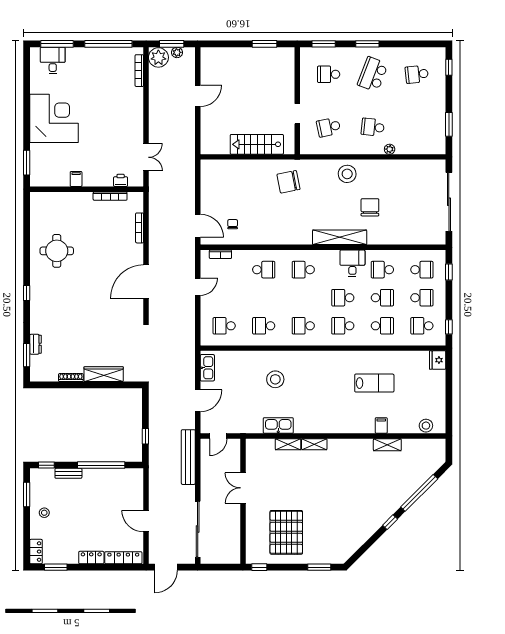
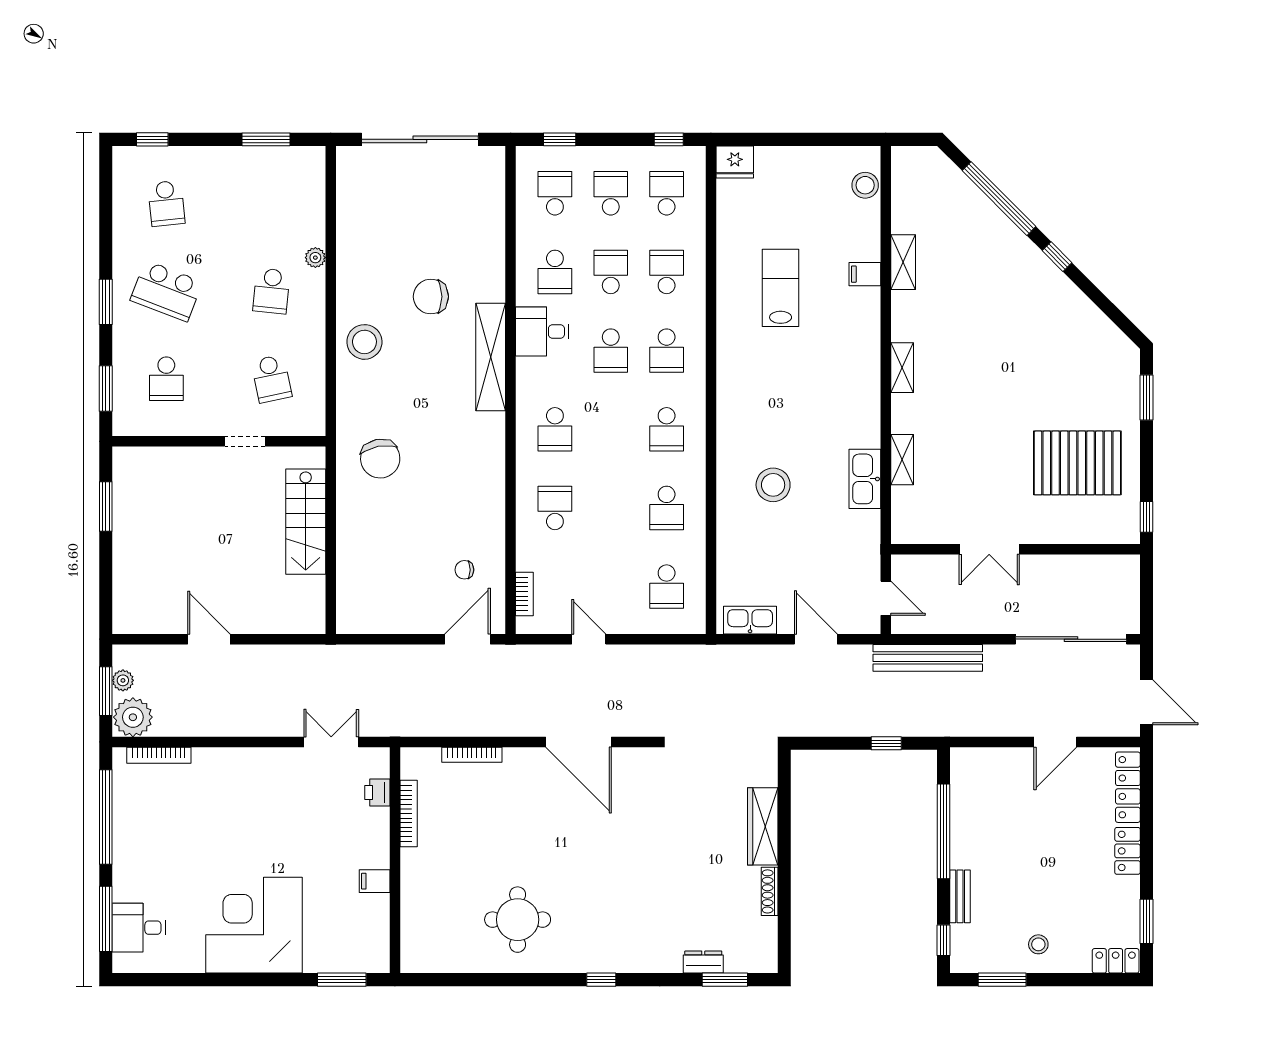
school desk: (422, 326) -> (667, 193), turned 180
shelving: (314, 444) -> (902, 368), moved

